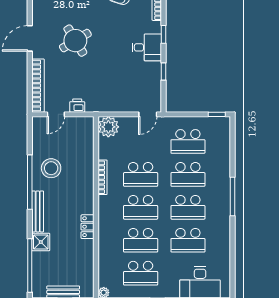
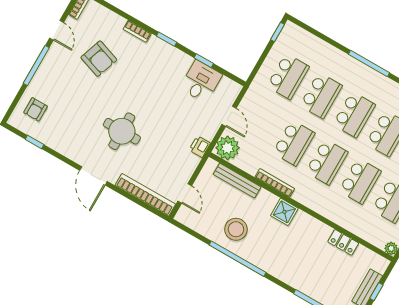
round table: (75, 41) -> (122, 131), turned 31
desk: (147, 47) -> (201, 81), moved
printer: (77, 106) -> (200, 147), moved
door: (148, 114) -> (229, 116), moved
bench: (38, 211) -> (237, 181), moved
locker: (87, 227) -> (343, 242), moved
shower: (41, 242) -> (284, 212), moved

